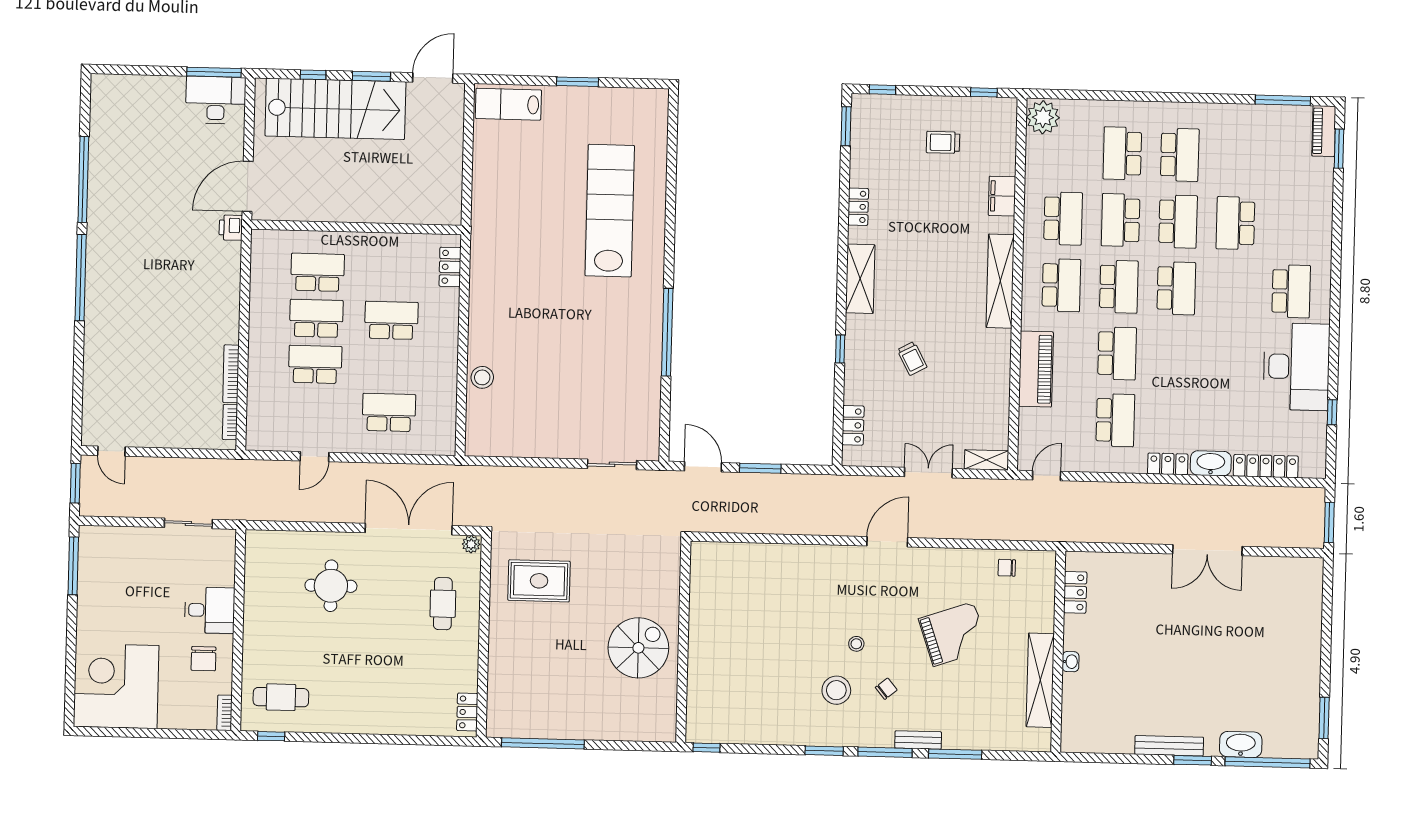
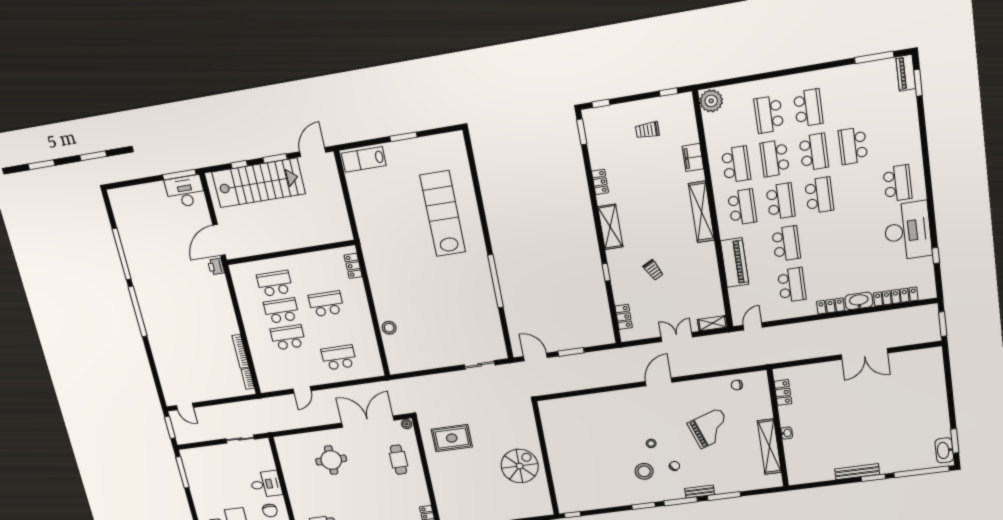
washbasin: (1241, 744) -> (944, 450), moved, turned -90

